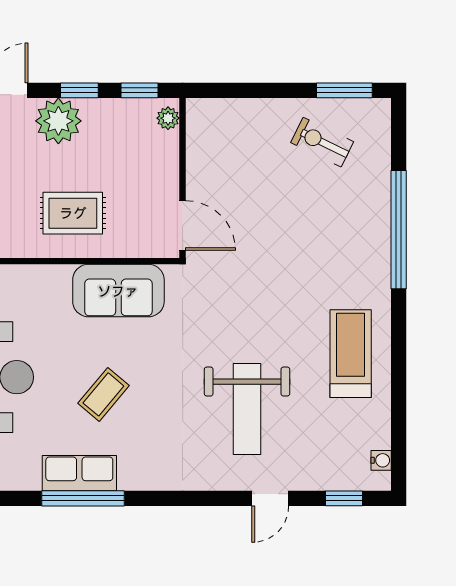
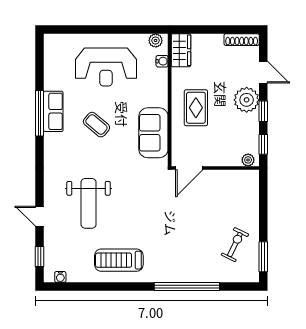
treadmill: (351, 354) -> (119, 260), turned 180
weight bench: (247, 409) -> (89, 203), turned -90

